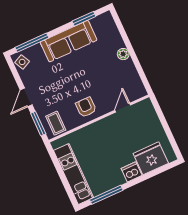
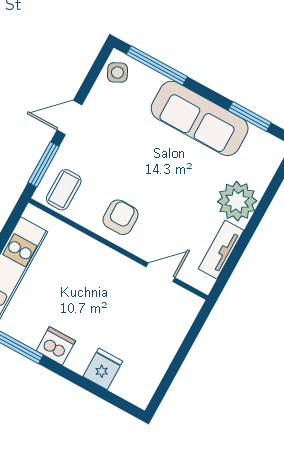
plant: (123, 54) -> (237, 201), width x1.87, depth x1.87
tv unit: (132, 74) -> (221, 250), added
fridge: (151, 158) -> (103, 369), width x0.53, depth x0.75
dishwasher: (132, 172) -> (56, 346), moved

